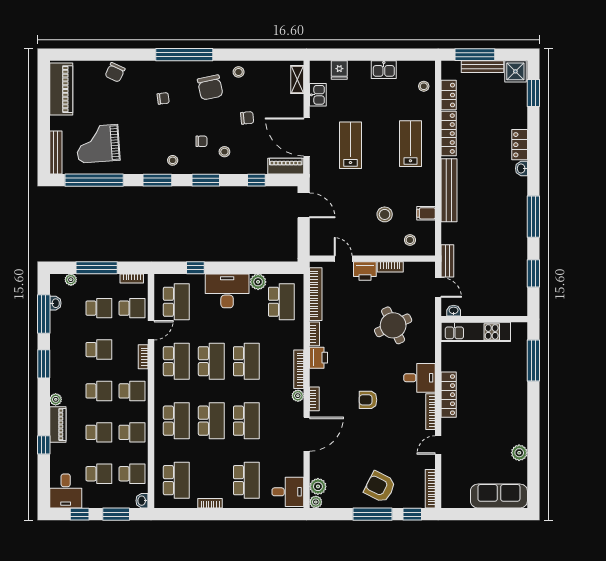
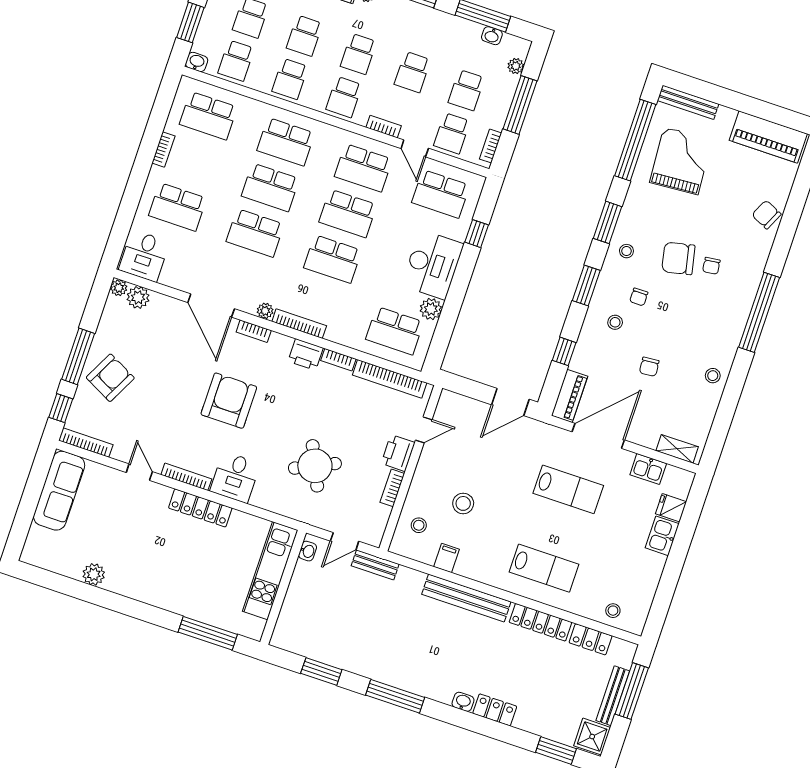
kitchen sink: (384, 70) -> (662, 536), moved
chair: (210, 87) -> (678, 258), moved
armchair: (368, 400) -> (229, 401), width x1.88, depth x1.88
sofa: (499, 496) -> (59, 491), moved

